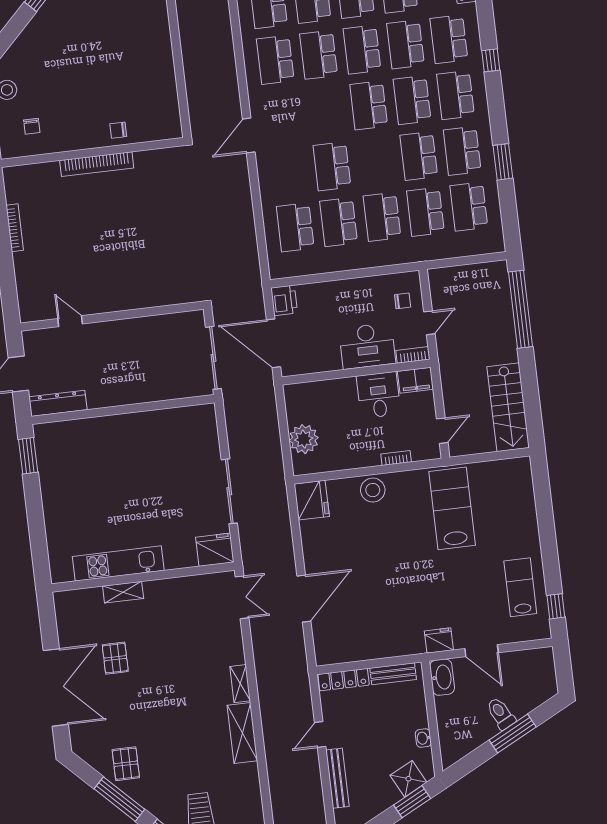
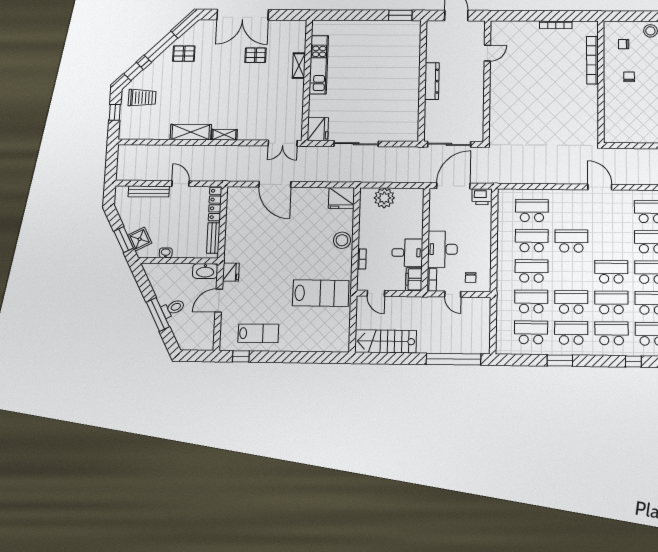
chair: (118, 130) -> (629, 77), moved
bookcase: (97, 164) -> (592, 60), moved
dresser: (58, 403) -> (432, 81), moved

